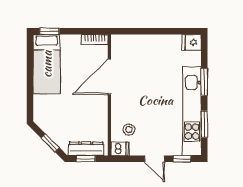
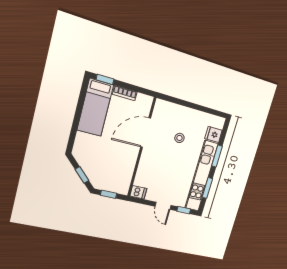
bookcase: (95, 40) -> (125, 93), moved
fridge: (192, 42) -> (213, 134), moved
stool: (129, 130) -> (179, 138), moved
dresser: (86, 149) -> (111, 186), removed

